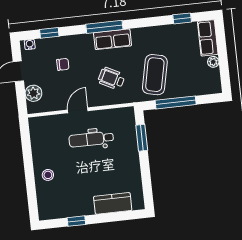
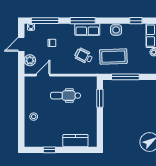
window: (49, 33) -> (45, 21), width x2.17
side table: (155, 35) -> (116, 30), added
coffee table: (155, 75) -> (113, 57), turned 76
door: (78, 110) -> (43, 75), moved

